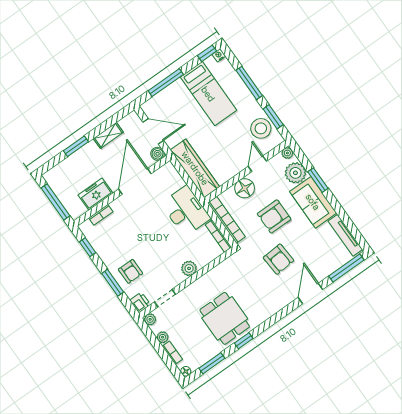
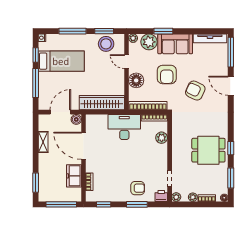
window: (207, 53) -> (36, 55), moved
window: (76, 146) -> (36, 183), moved
armchair: (278, 259) -> (195, 91), turned -151
plant: (189, 268) -> (162, 138), moved

